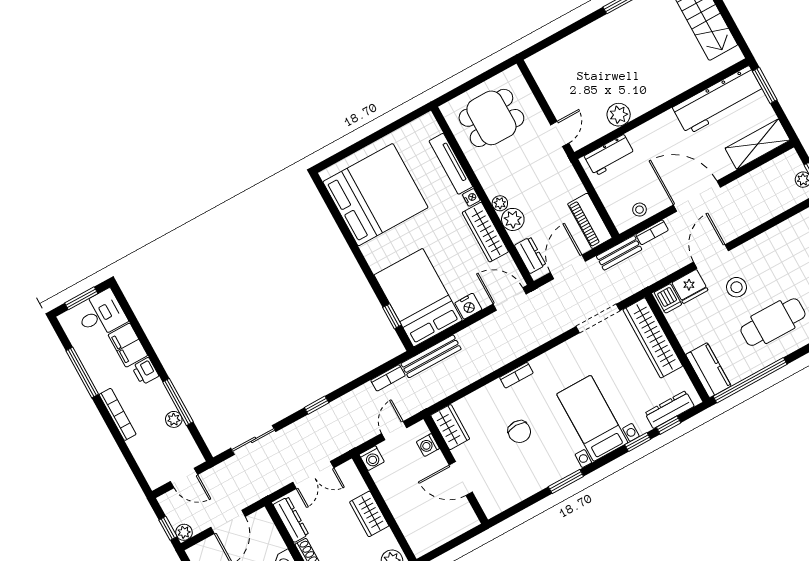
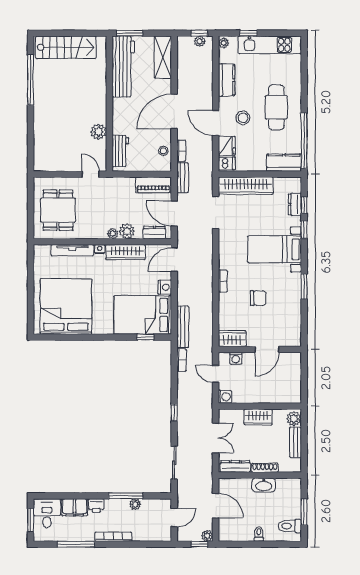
kitchen counter: (773, 240) -> (227, 80), added
dresser: (669, 410) -> (295, 204), width x0.70

